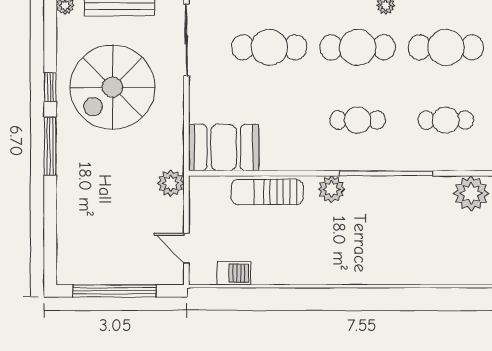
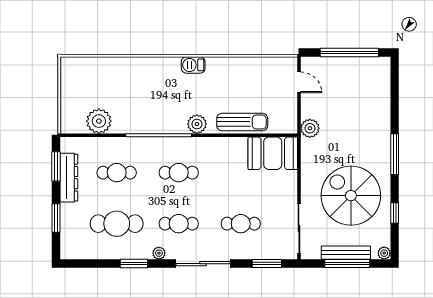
cafe table: (269, 47) -> (241, 224), width x0.73, depth x0.74
cafe table: (358, 47) -> (179, 224), width x0.73, depth x0.74
window: (50, 87) -> (395, 213), moved
spiral stairs: (112, 87) -> (351, 196), turned -90
barbecue: (234, 273) -> (193, 65), moved

